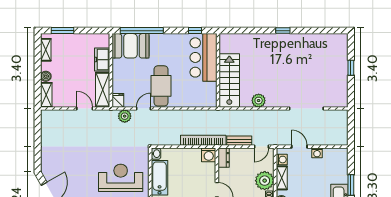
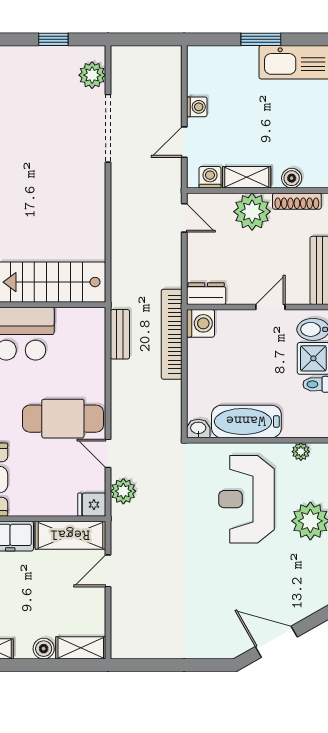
window: (351, 68) -> (53, 39), moved
plant: (259, 101) -> (92, 75), moved
bench: (239, 141) -> (120, 334), moved

